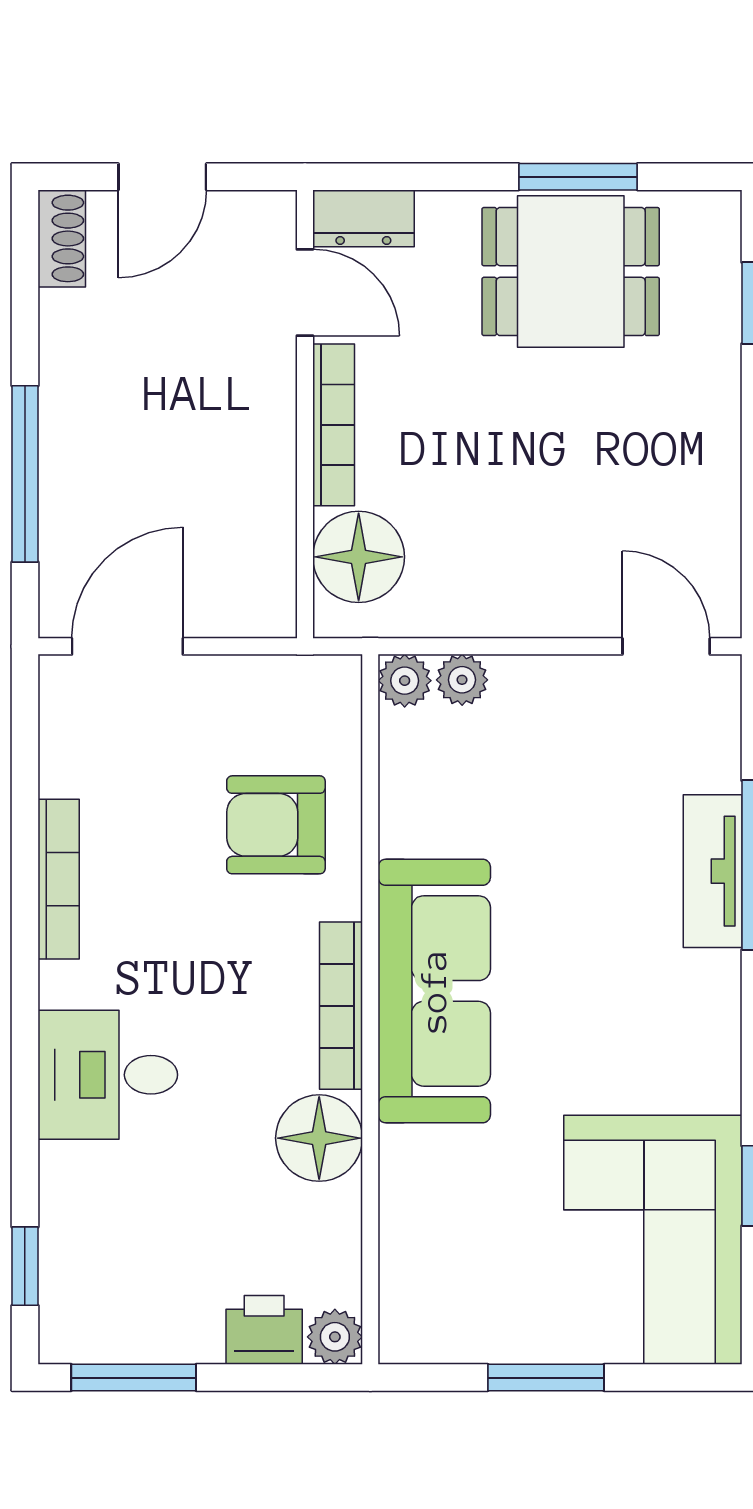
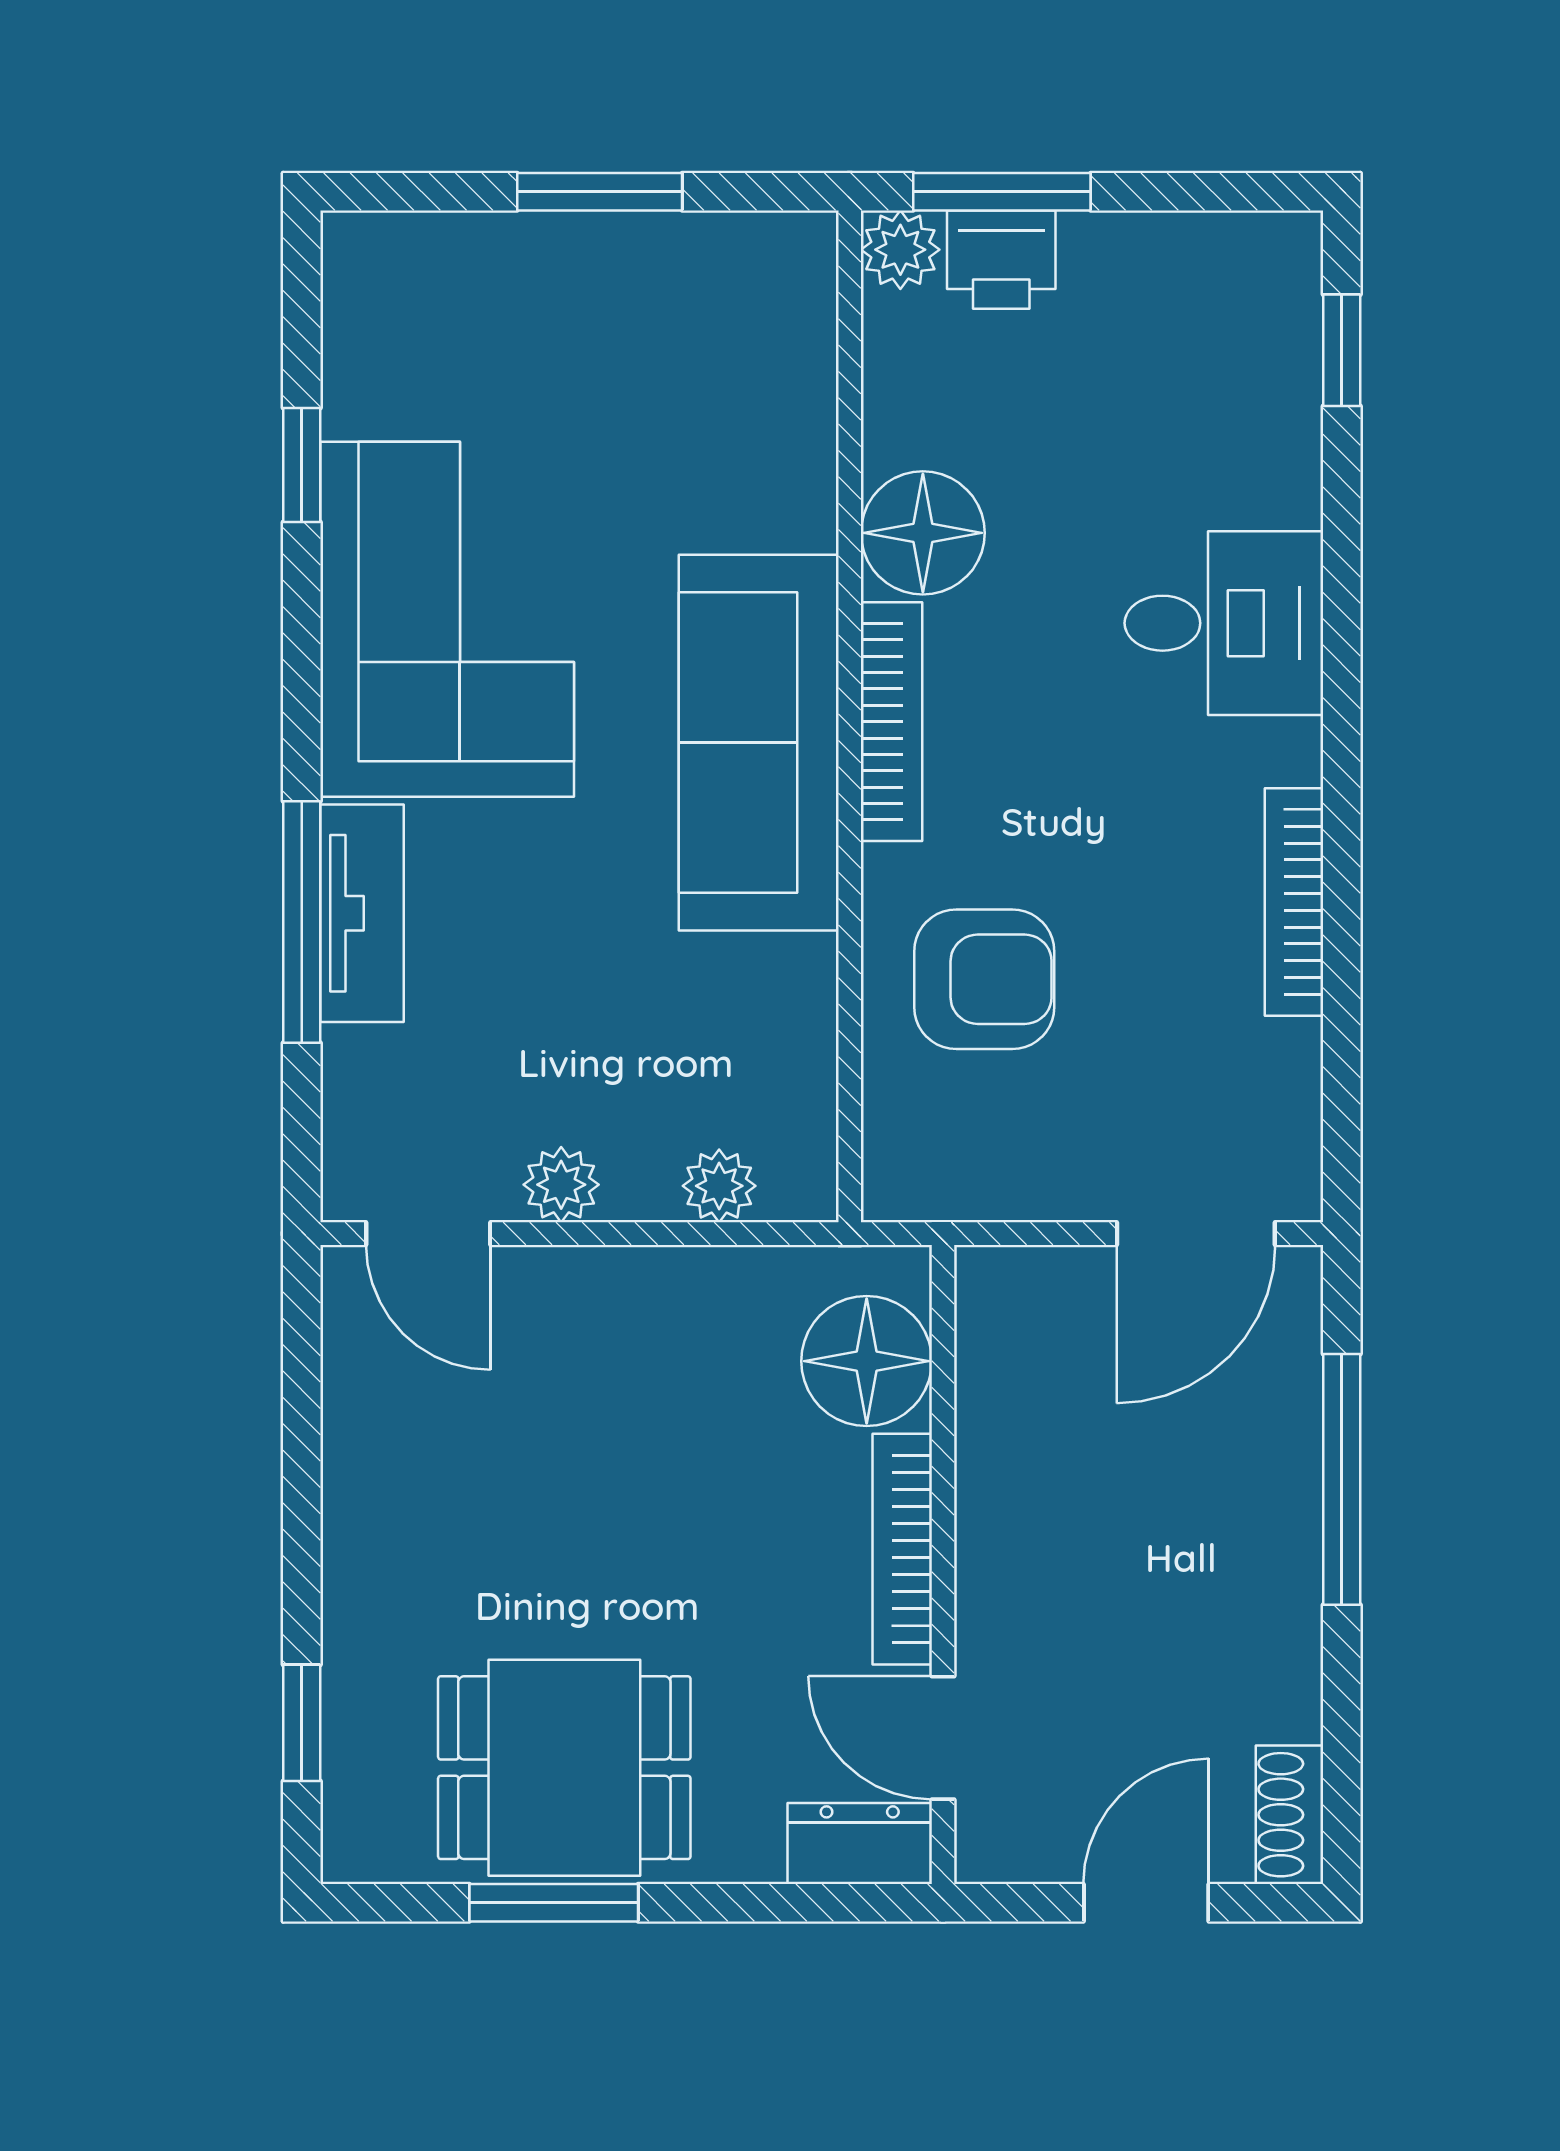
plant: (405, 681) -> (561, 1185), moved
corner sofa: (653, 1240) -> (447, 619), moved
window: (134, 1378) -> (1002, 192), moved

